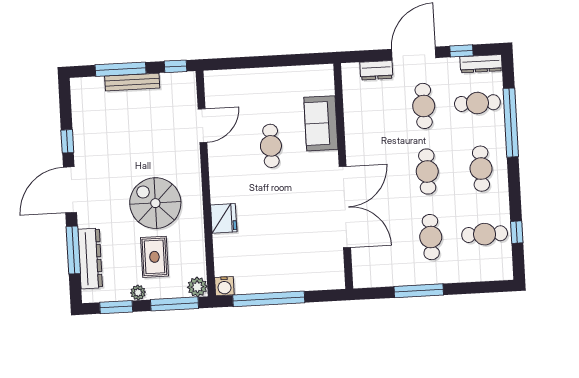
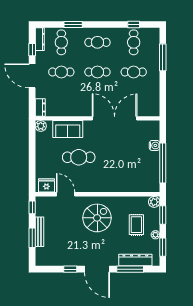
window: (121, 69) -> (32, 238), width x0.69
dresser: (376, 70) -> (40, 107), moved
plant: (324, 74) -> (41, 126), added
window: (511, 123) -> (73, 25), width x0.47
cafe table: (271, 146) -> (79, 157), width x1.37, depth x1.35
spiral stairs: (155, 203) -> (97, 218), moved, turned 180
fridge: (224, 218) -> (46, 185), moved
rug: (154, 257) -> (136, 225), turned 90
water cooler: (224, 286) -> (155, 145), moved
window: (419, 291) -> (163, 57), moved
window: (175, 304) -> (163, 215), width x0.69

